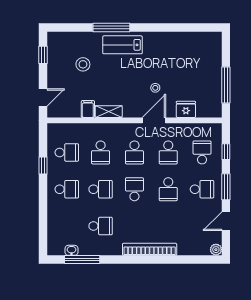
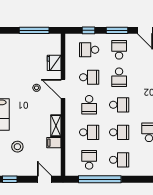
school desk: (134, 152) -> (89, 105), turned 90
window: (43, 166) -> (100, 179), width x3.17
school desk: (67, 189) -> (119, 160), turned 90
school desk: (101, 189) -> (119, 132), turned 90
school desk: (134, 189) -> (119, 105), turned 180
school desk: (168, 189) -> (119, 77), turned 90

